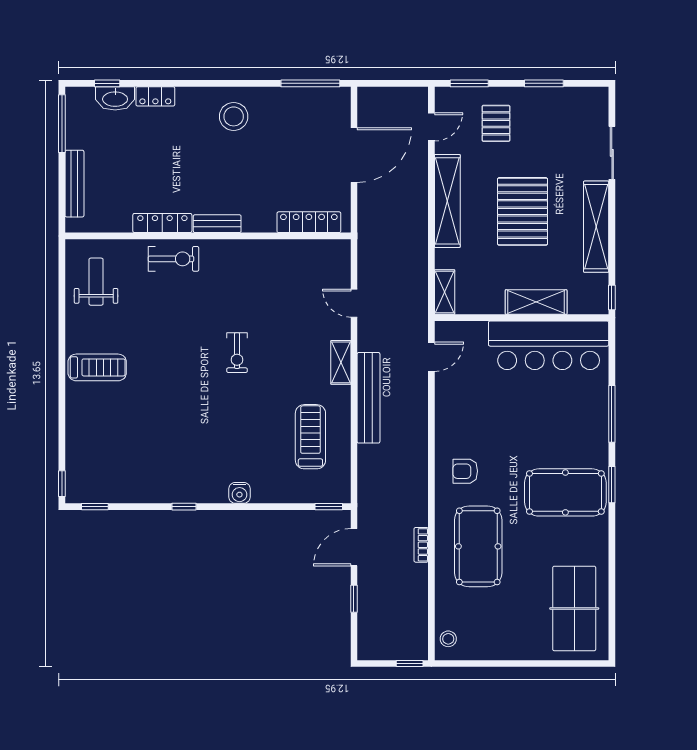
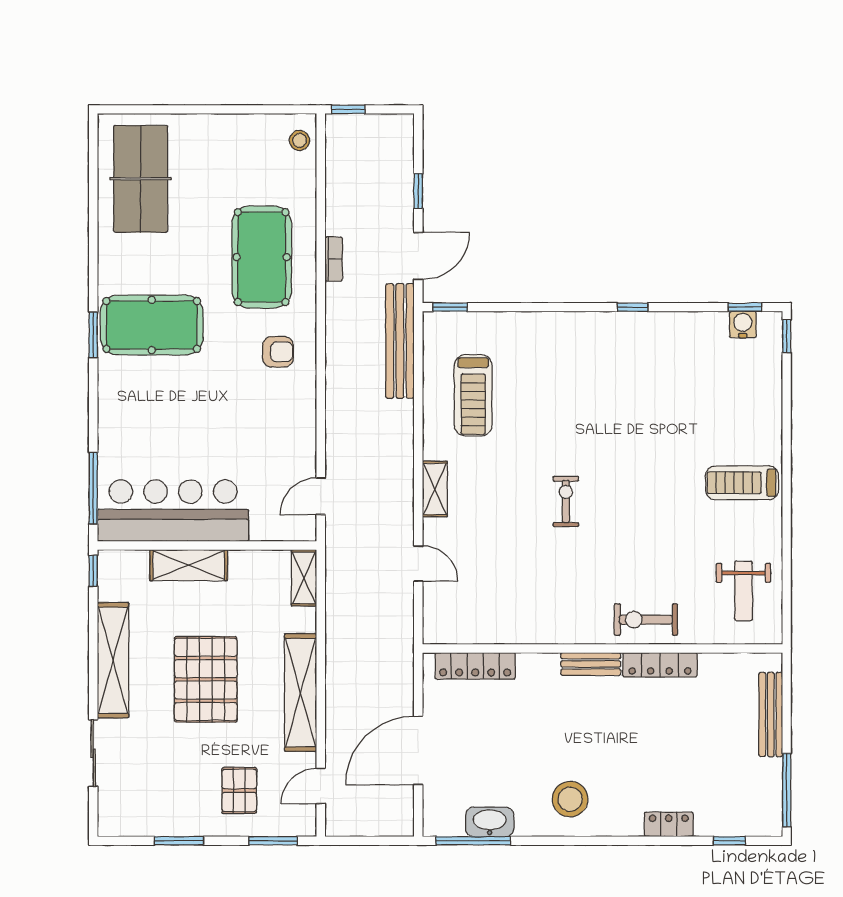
washbasin: (115, 98) -> (490, 822), moved
bench: (369, 398) -> (400, 341), moved
window: (612, 414) -> (93, 488), moved
water cooler: (239, 493) -> (743, 324), moved

